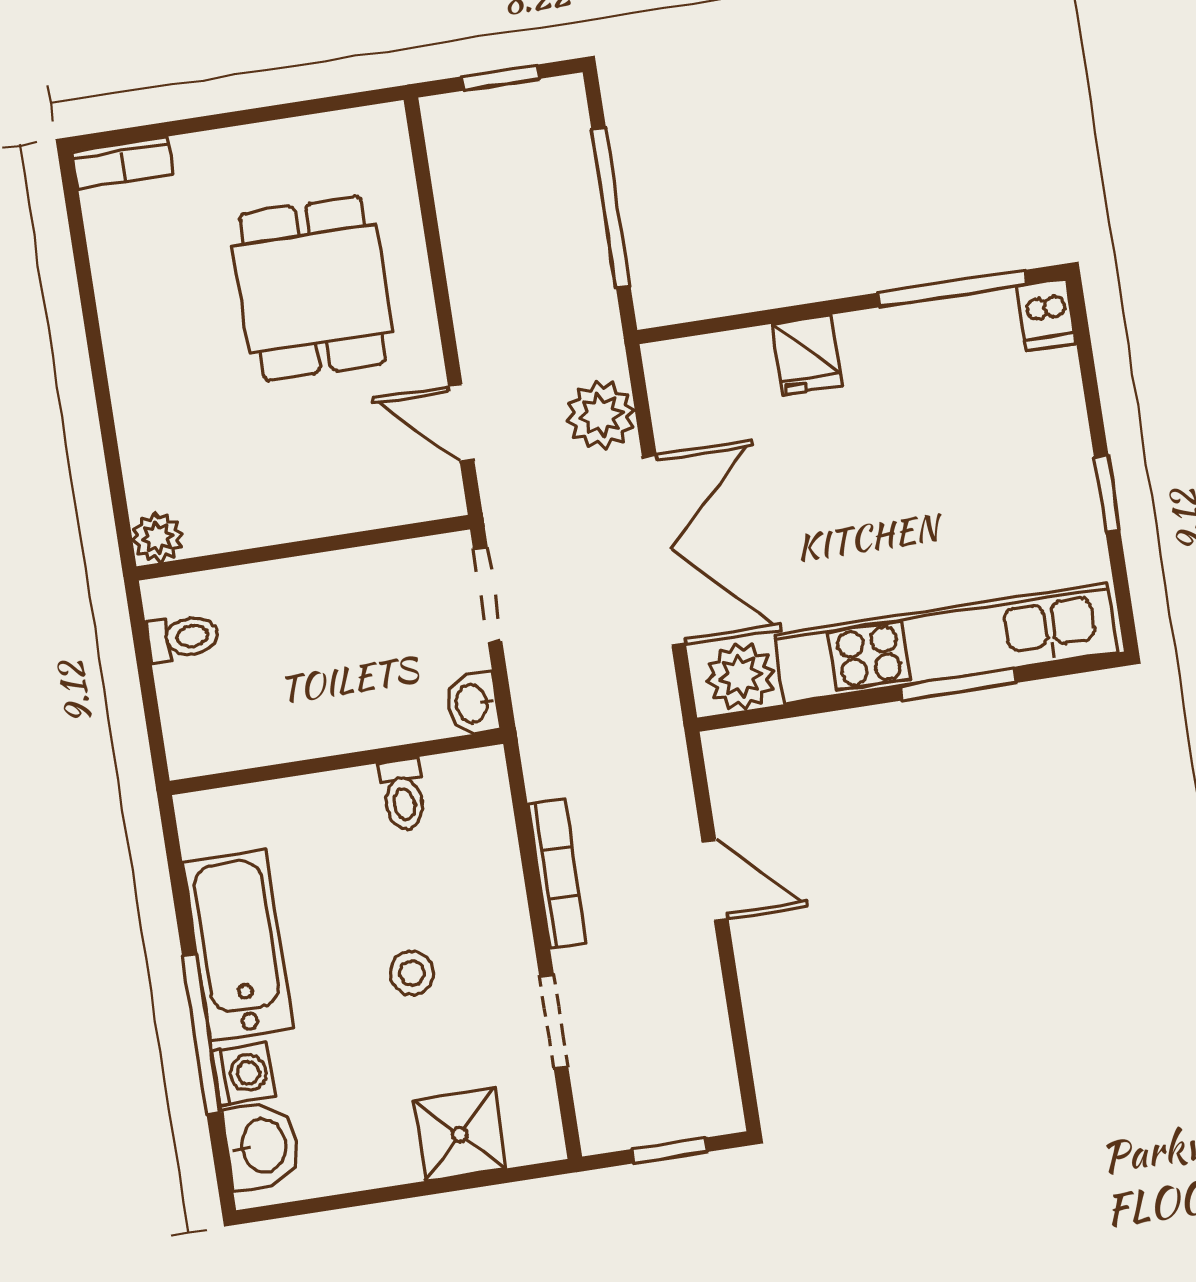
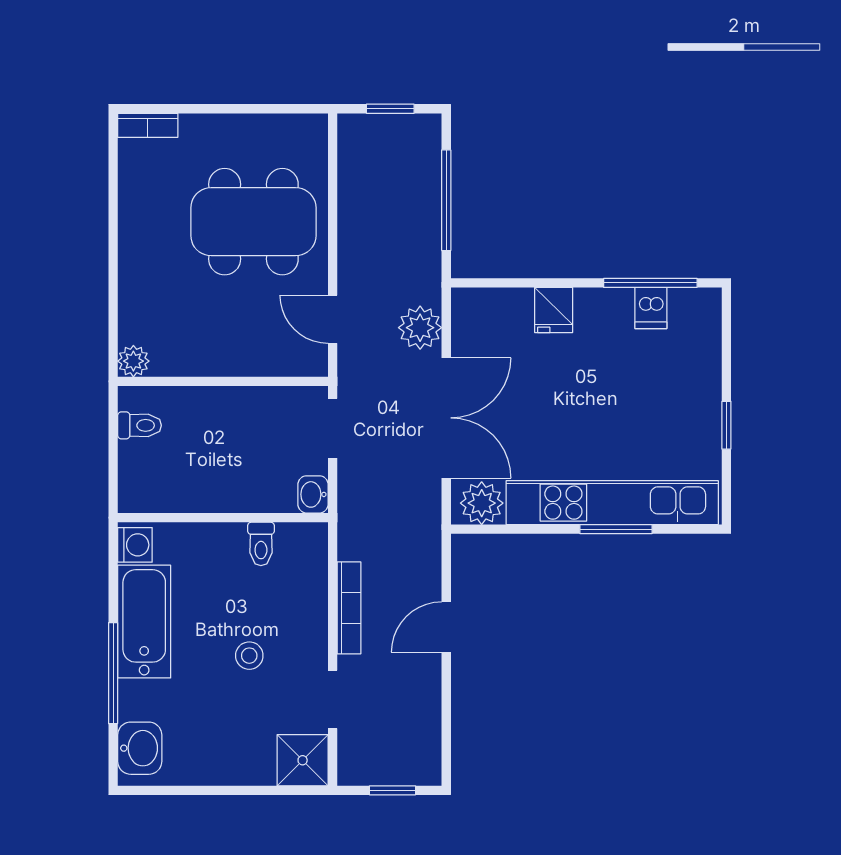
dining table: (313, 289) -> (253, 222), width x1.38
dishwasher: (1046, 314) -> (651, 308), moved
door: (715, 880) -> (446, 627), swing flipped
washing machine: (243, 1074) -> (135, 545), moved
shower: (460, 1134) -> (303, 760), moved

